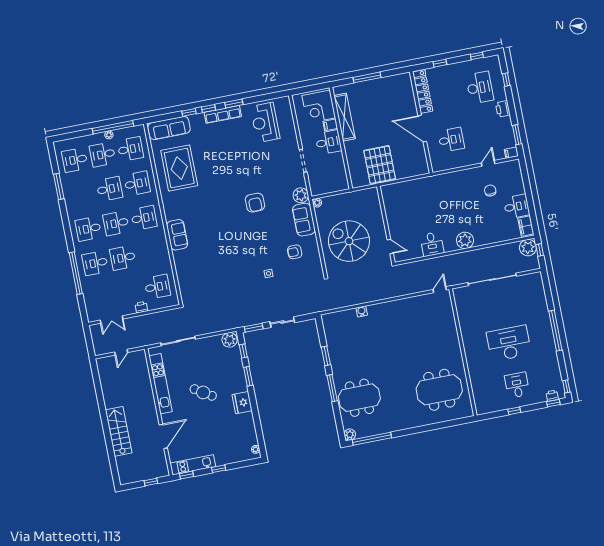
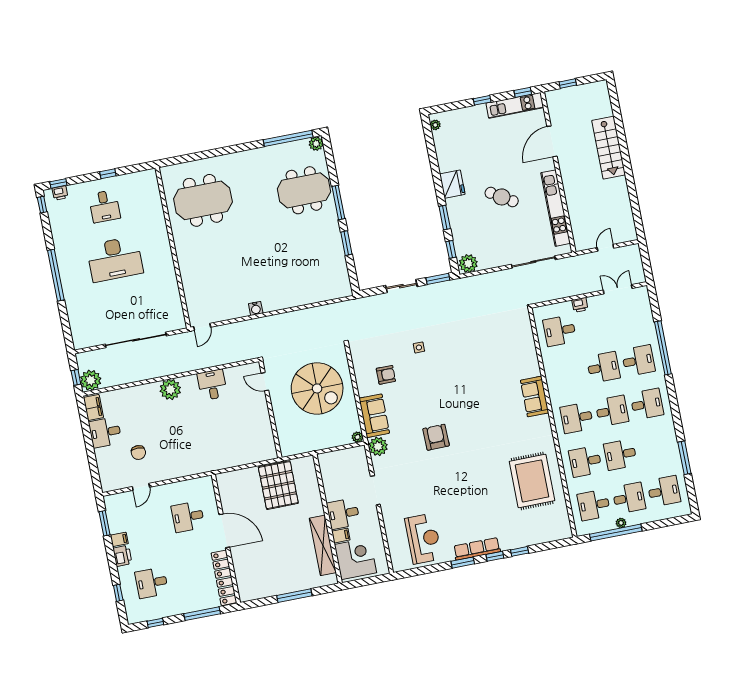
window: (440, 63) -> (202, 614), width x2.17
desk: (480, 88) -> (152, 583), width x0.73
sofa: (169, 128) -> (545, 532), removed
filing cabinet: (511, 153) -> (119, 539), moved
water cooler: (362, 311) -> (256, 308), moved

